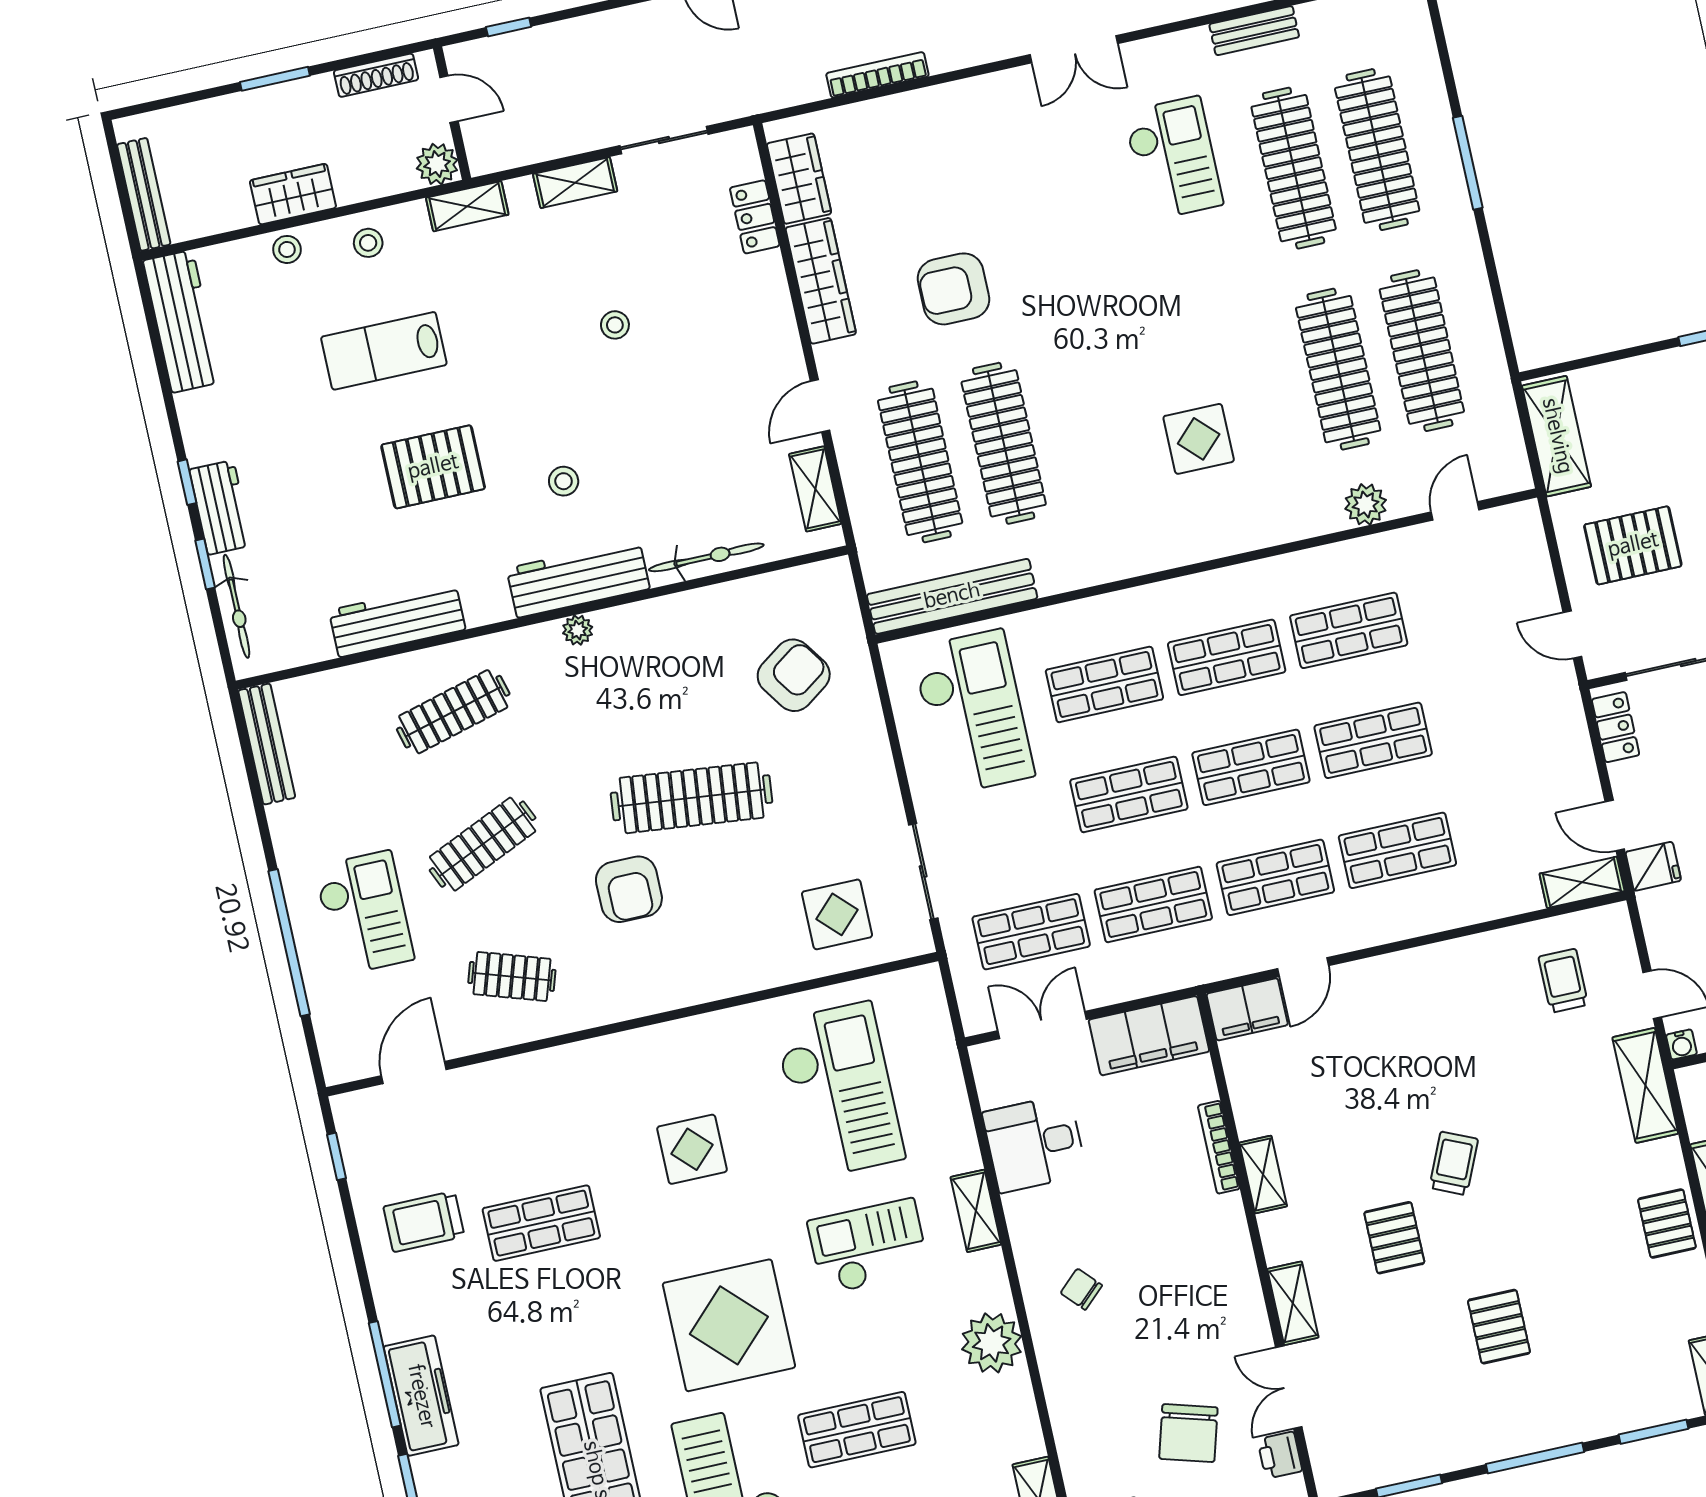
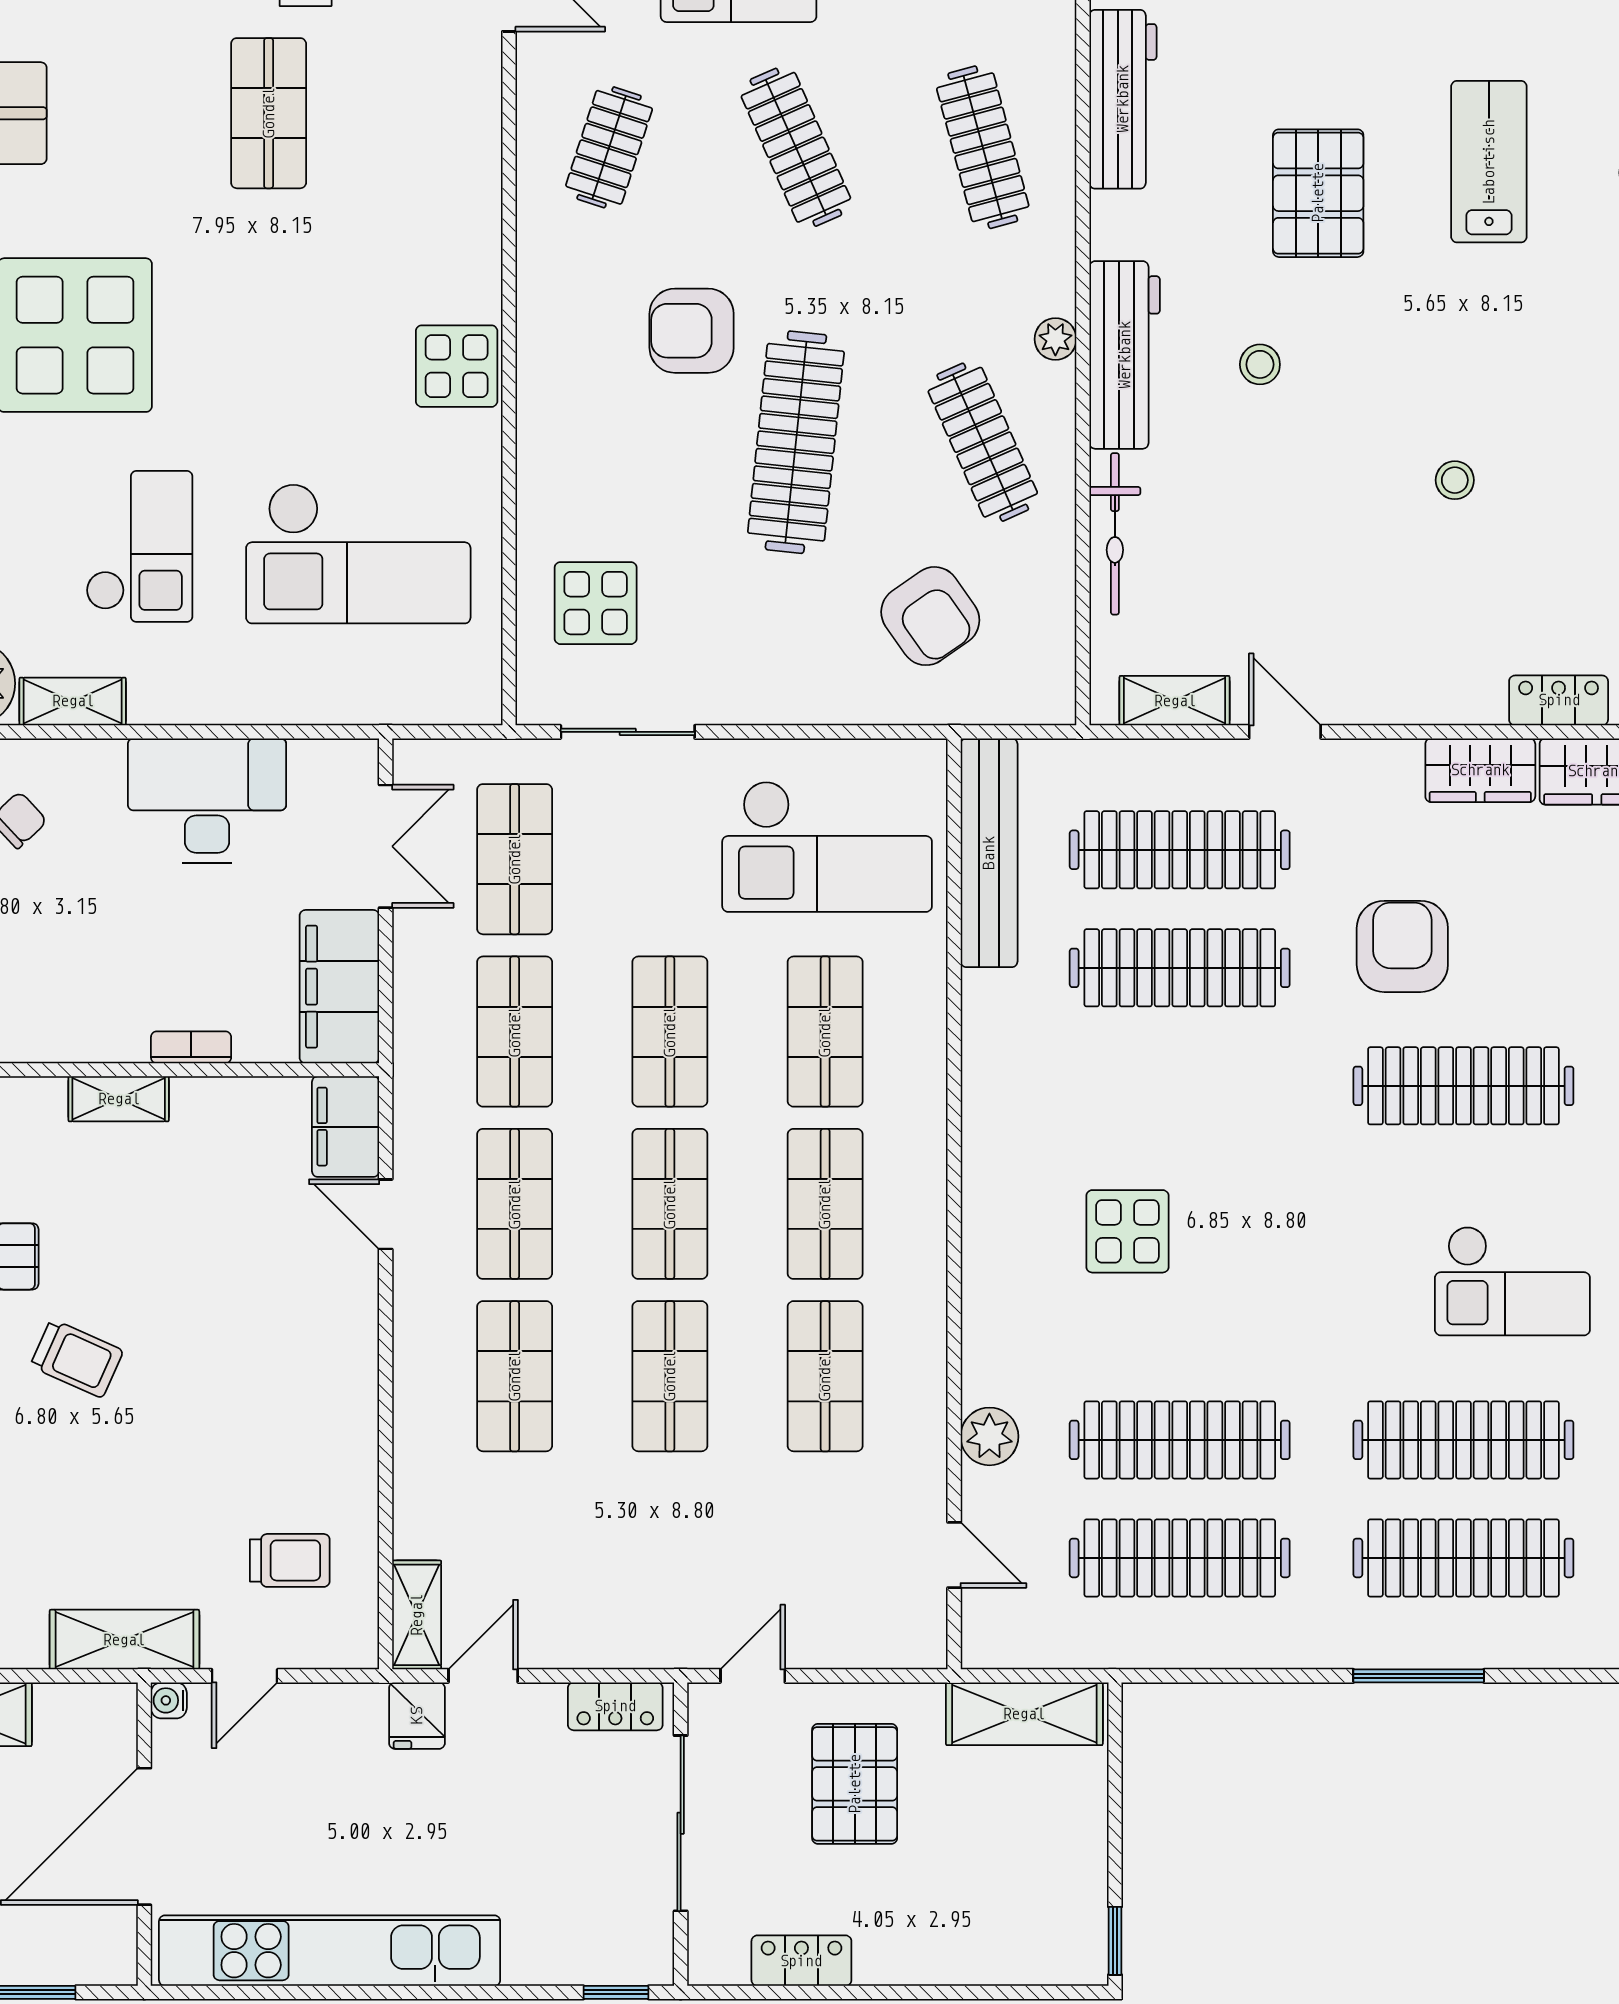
clothes rail: (1043, 224) -> (1463, 1086), added
wardrobe: (821, 281) -> (1480, 770), width x0.67
clothes rail: (662, 665) -> (983, 442), added
desk: (1035, 1143) -> (207, 801), width x1.37
bookcase: (1219, 1147) -> (191, 1047), width x0.64
display table: (692, 1149) -> (457, 366), moved
shelving: (976, 1211) -> (73, 701), moved

